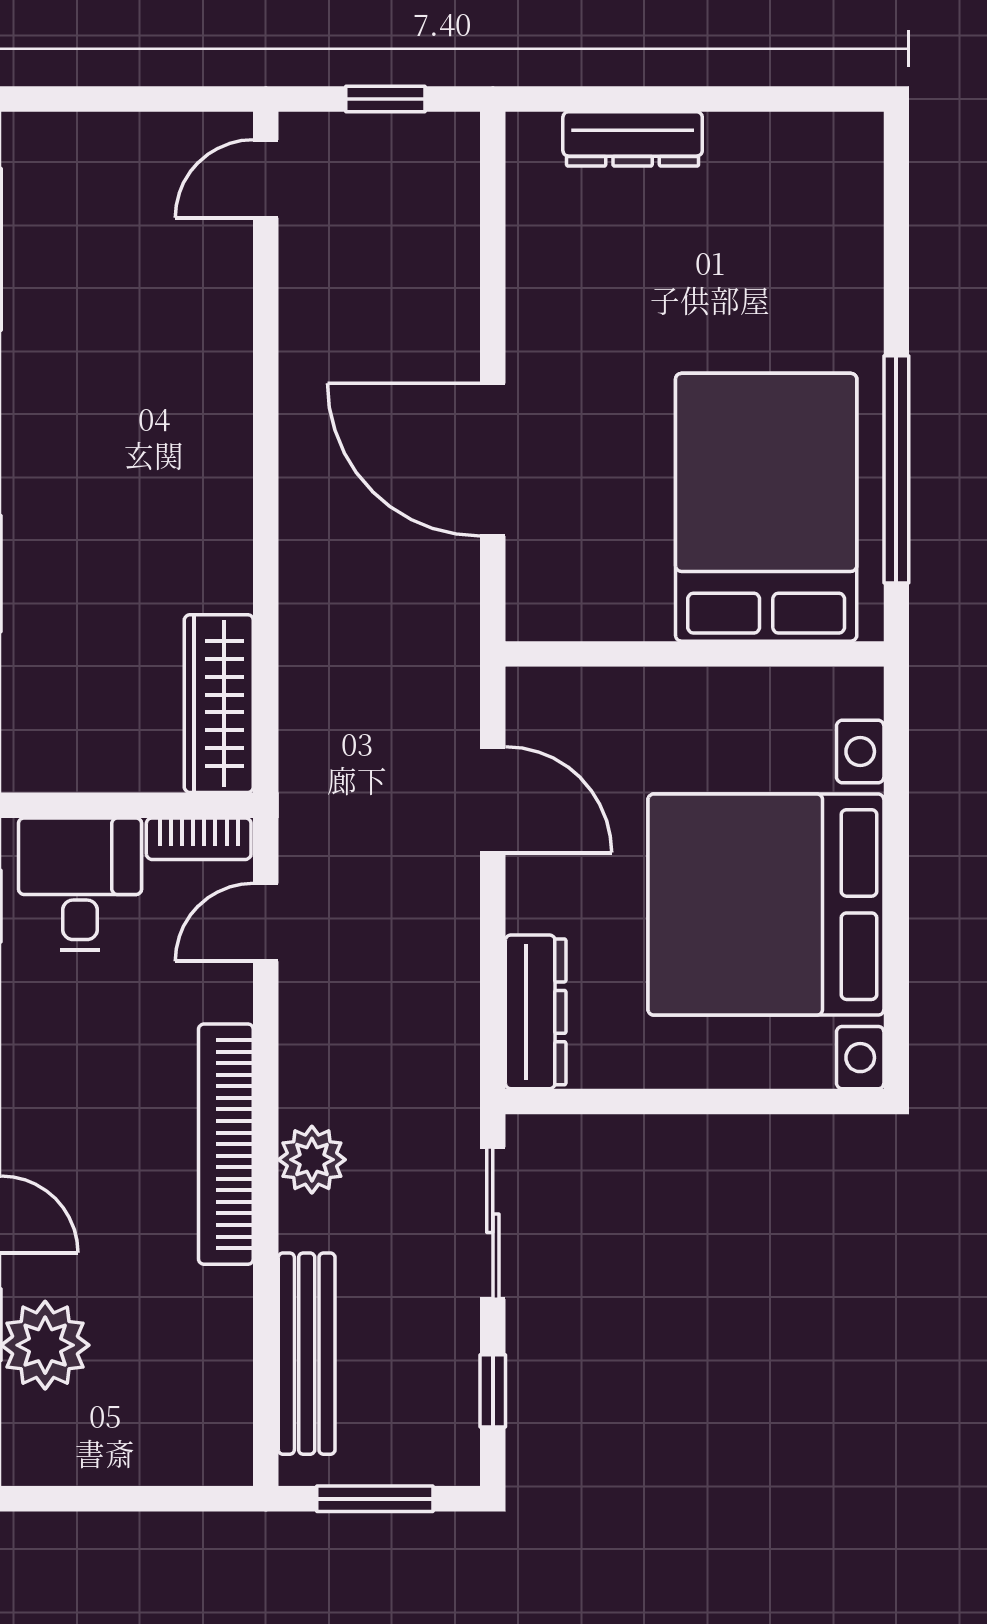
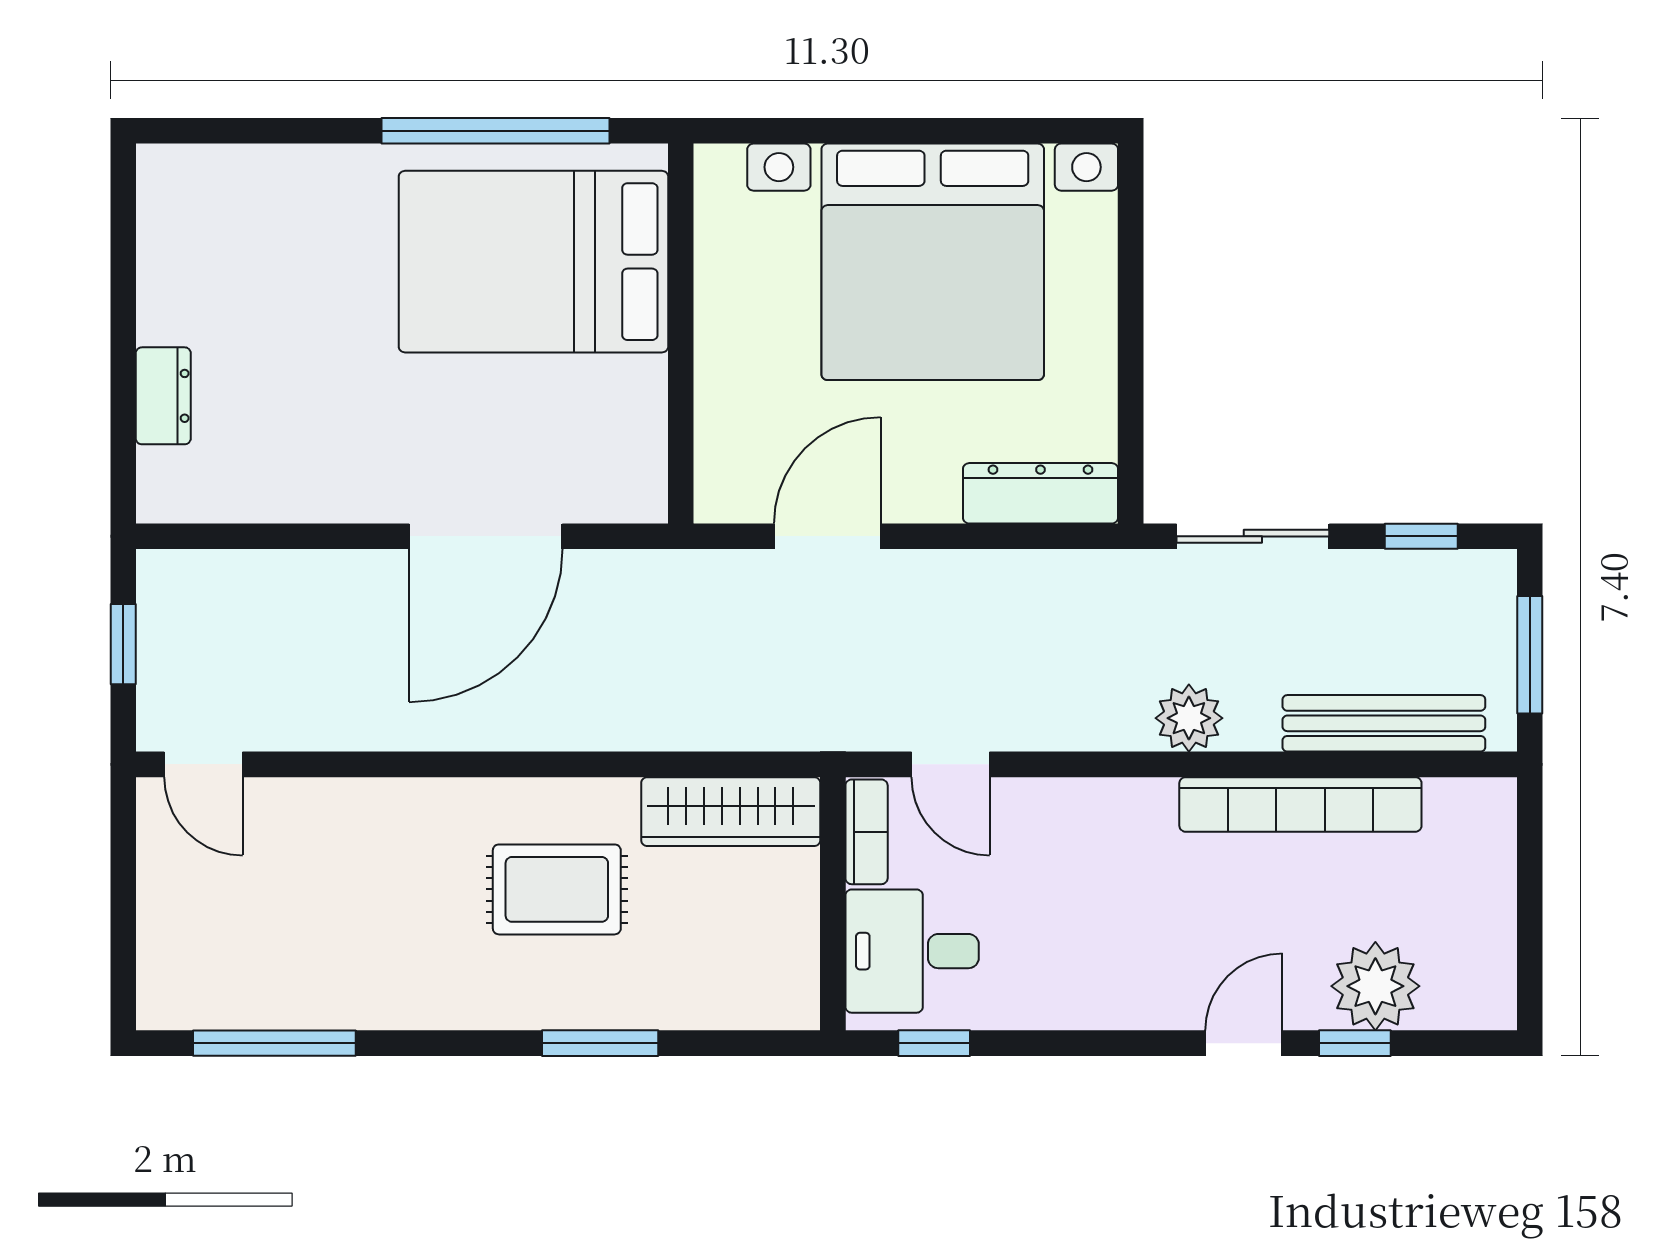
dresser: (633, 139) -> (163, 396), width x0.70
rug: (141, 530) -> (557, 889), added
bookcase: (226, 1144) -> (1300, 804), moved

